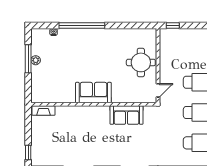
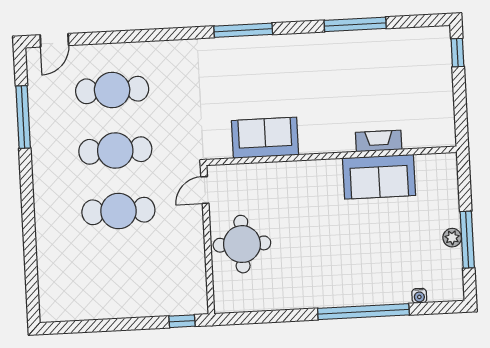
sofa: (93, 93) -> (379, 177), moved
fireplace: (43, 110) -> (379, 141), moved

